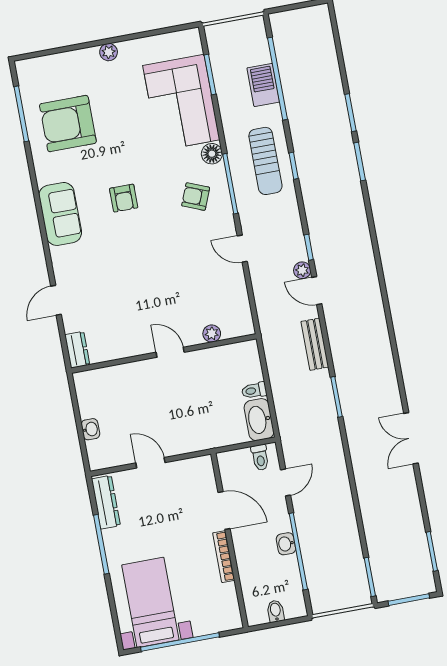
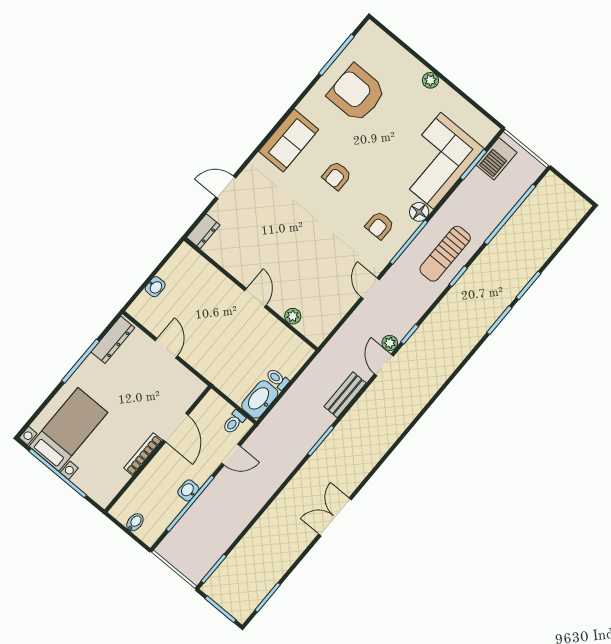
barbecue: (263, 85) -> (496, 159), moved, turned 180
armchair: (196, 197) -> (380, 225), turned -112

